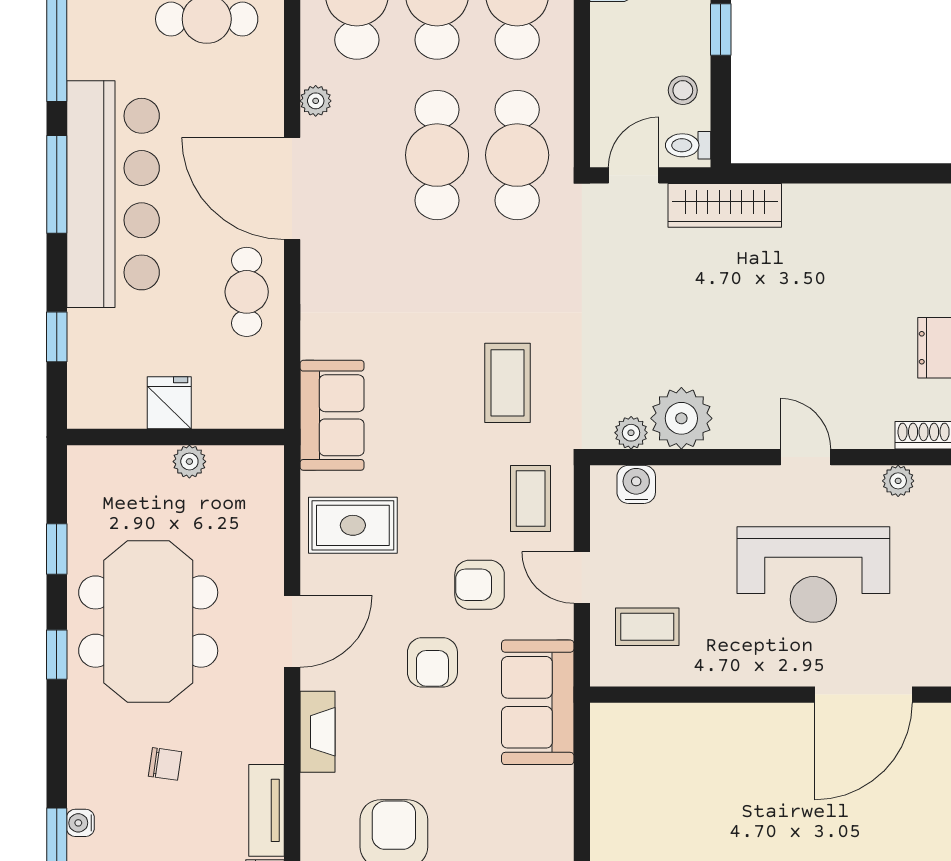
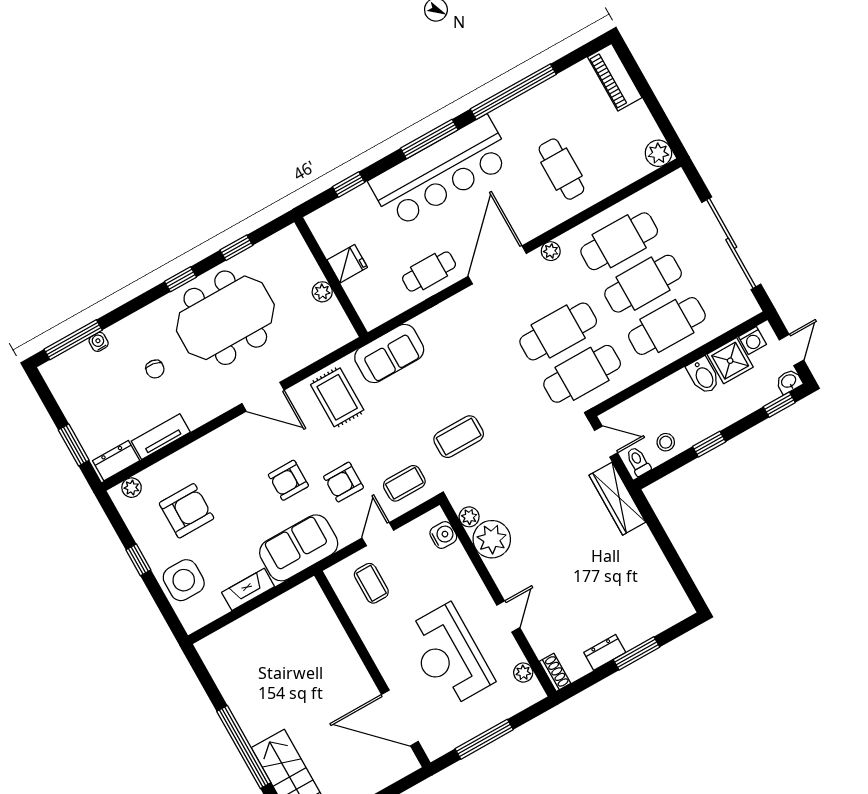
armchair: (480, 585) -> (344, 482), turned -90
fireplace: (318, 732) -> (248, 589), moved, turned 180

